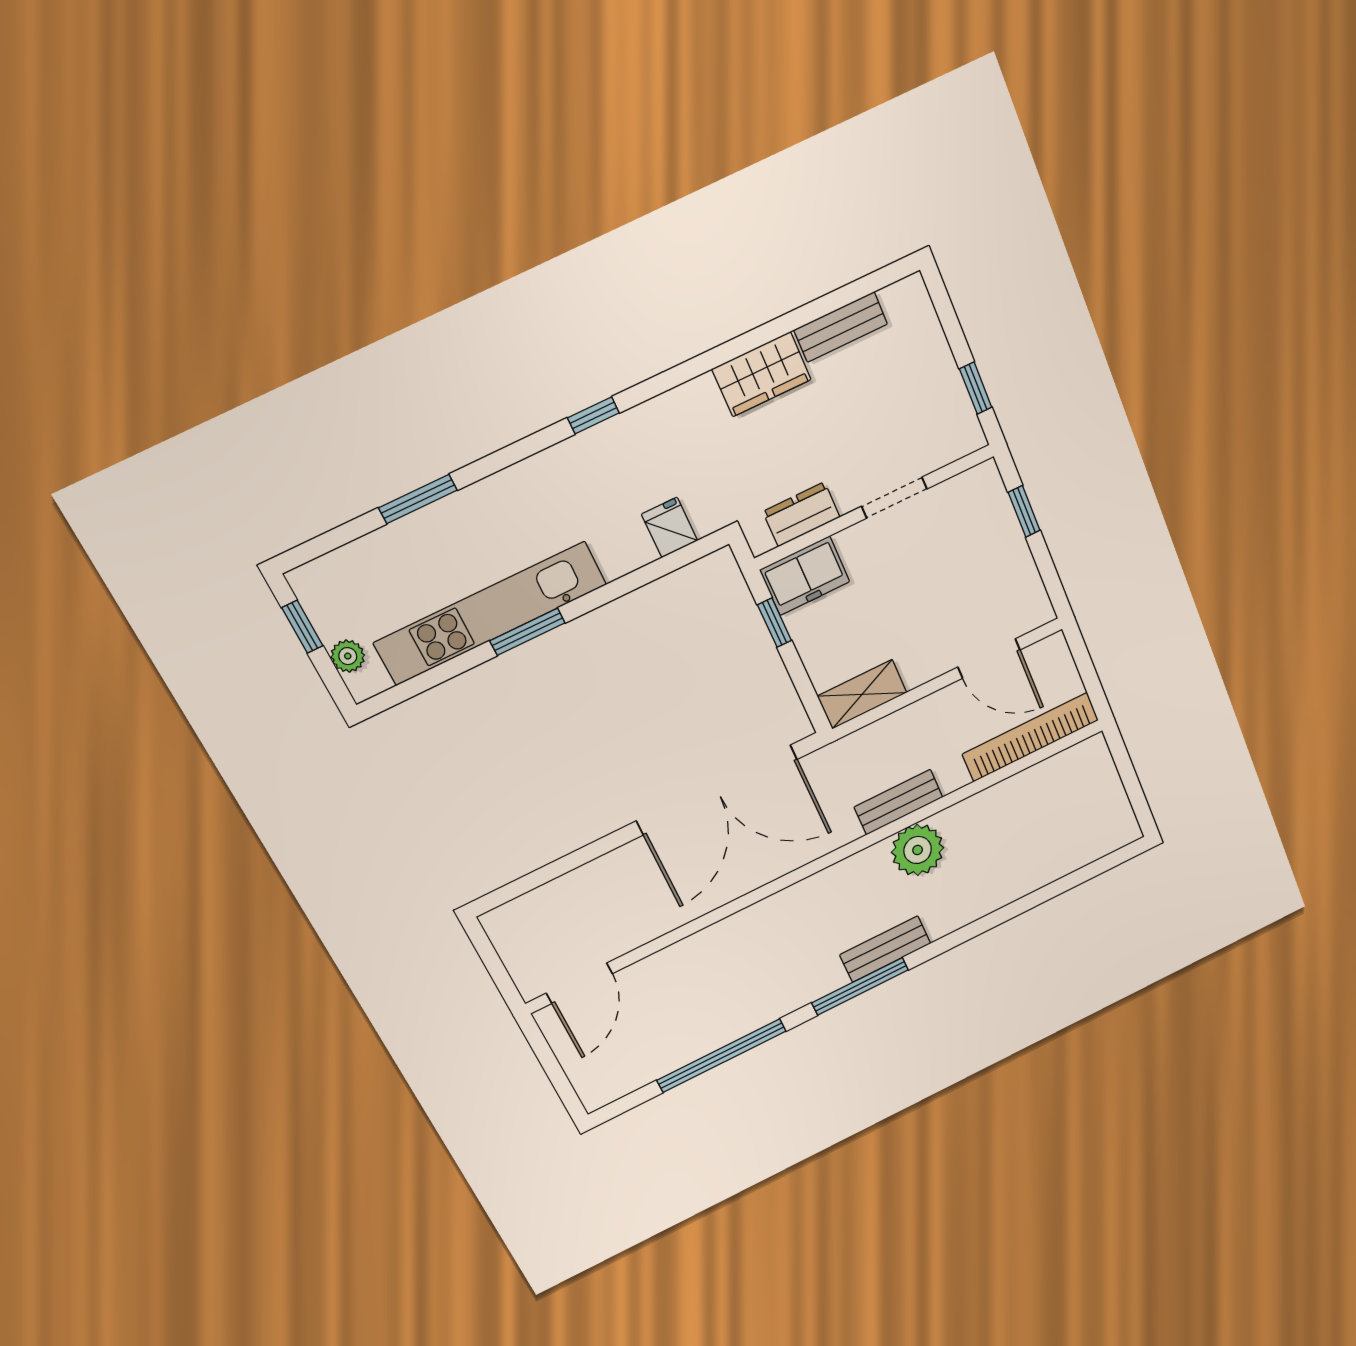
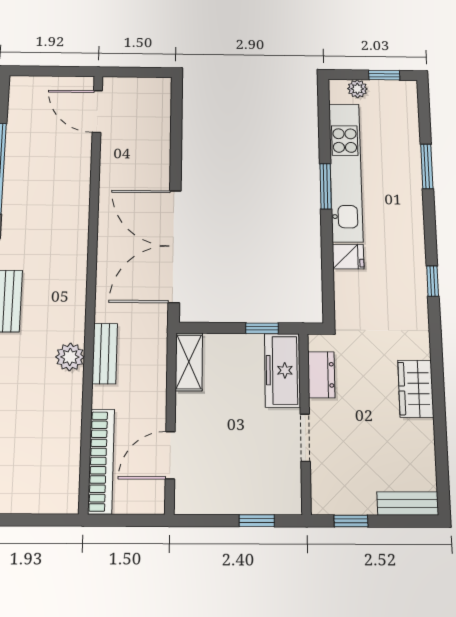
bench: (841, 327) -> (408, 503), moved, turned 90
fridge: (669, 527) -> (348, 257), moved
freezer: (805, 576) -> (282, 370), width x1.40
plant: (918, 850) -> (70, 357), width x0.73, depth x0.73

